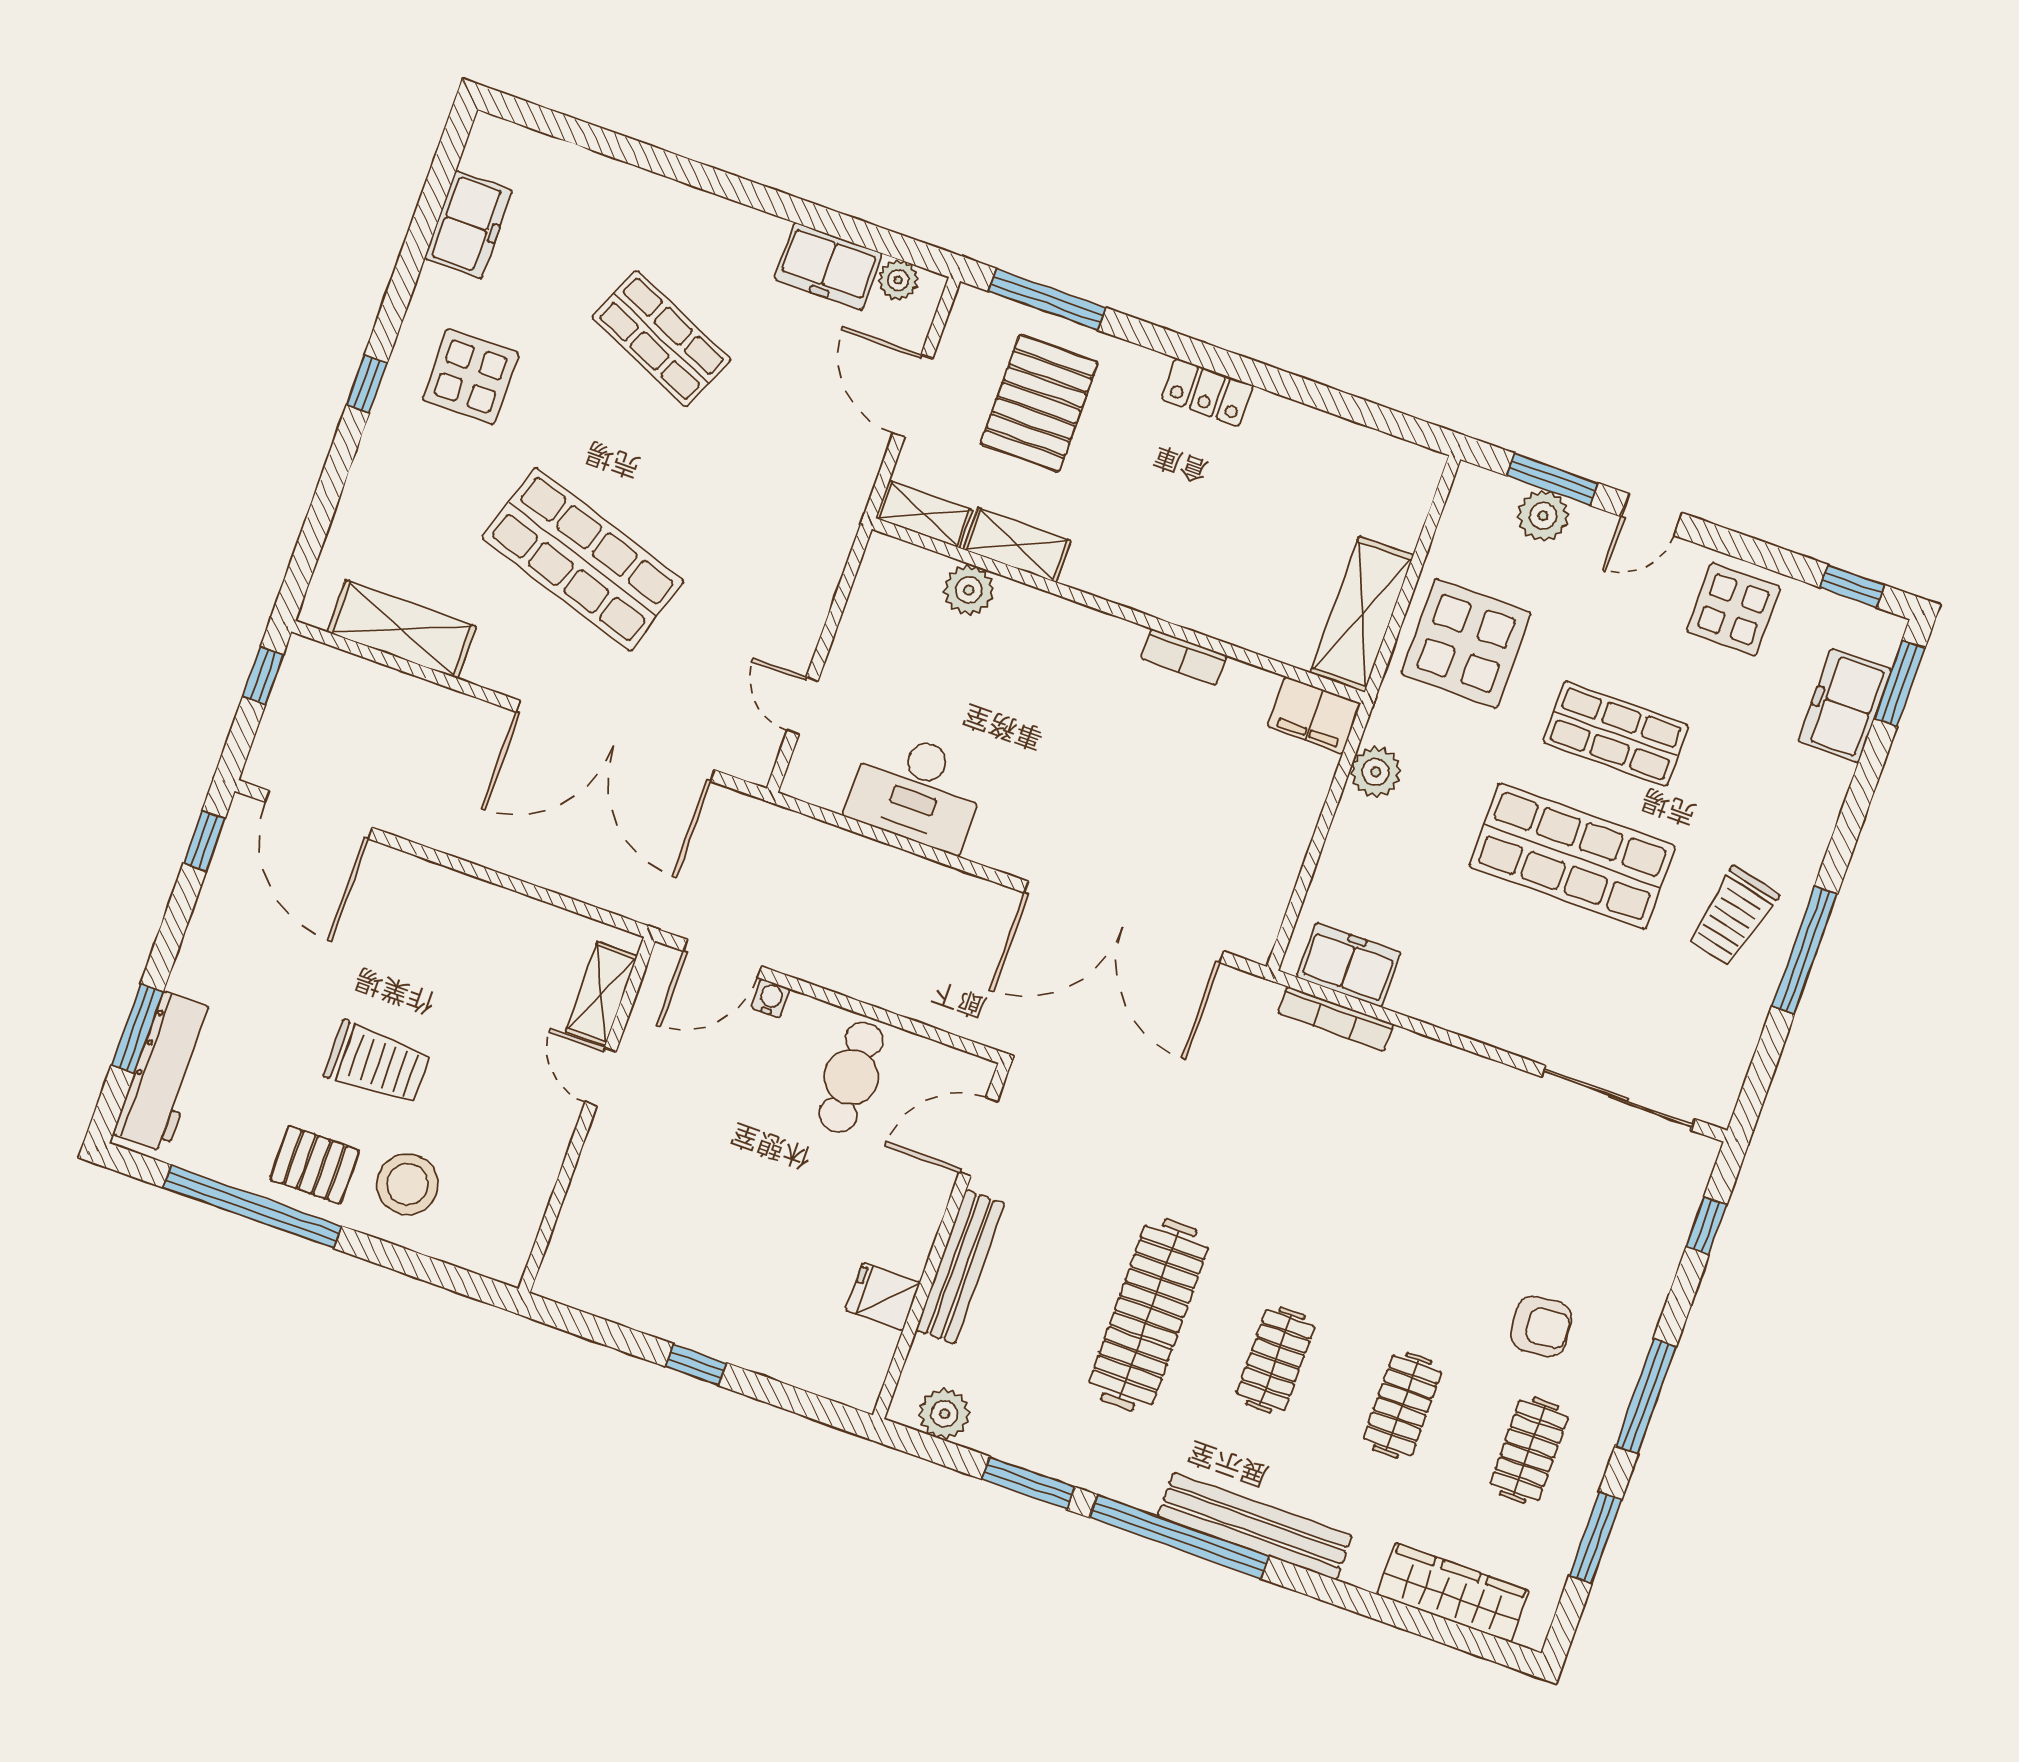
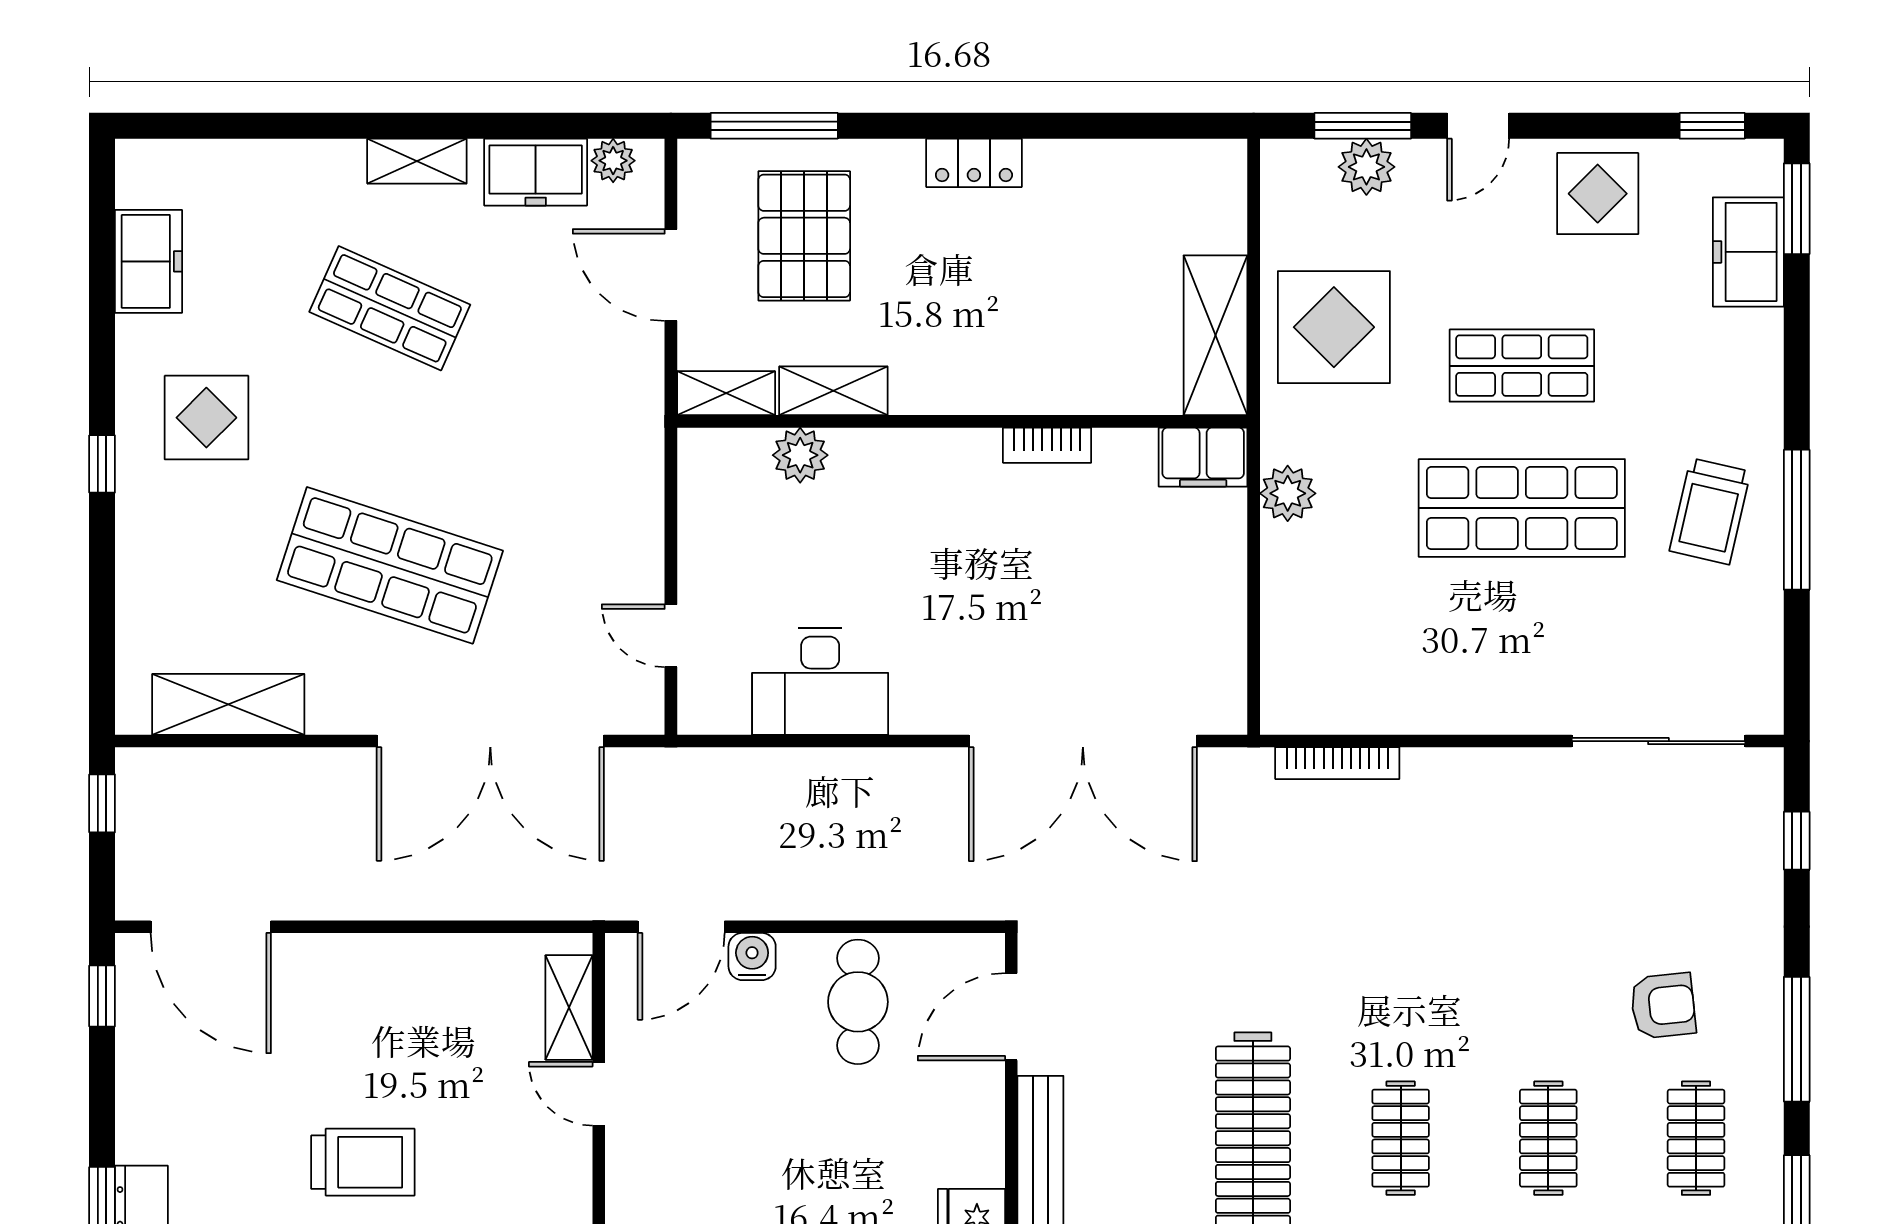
shelving: (730, 221) -> (417, 161), added
freezer: (1349, 965) -> (1331, 703), removed
water cooler: (771, 998) -> (752, 957), width x1.38, depth x1.38

